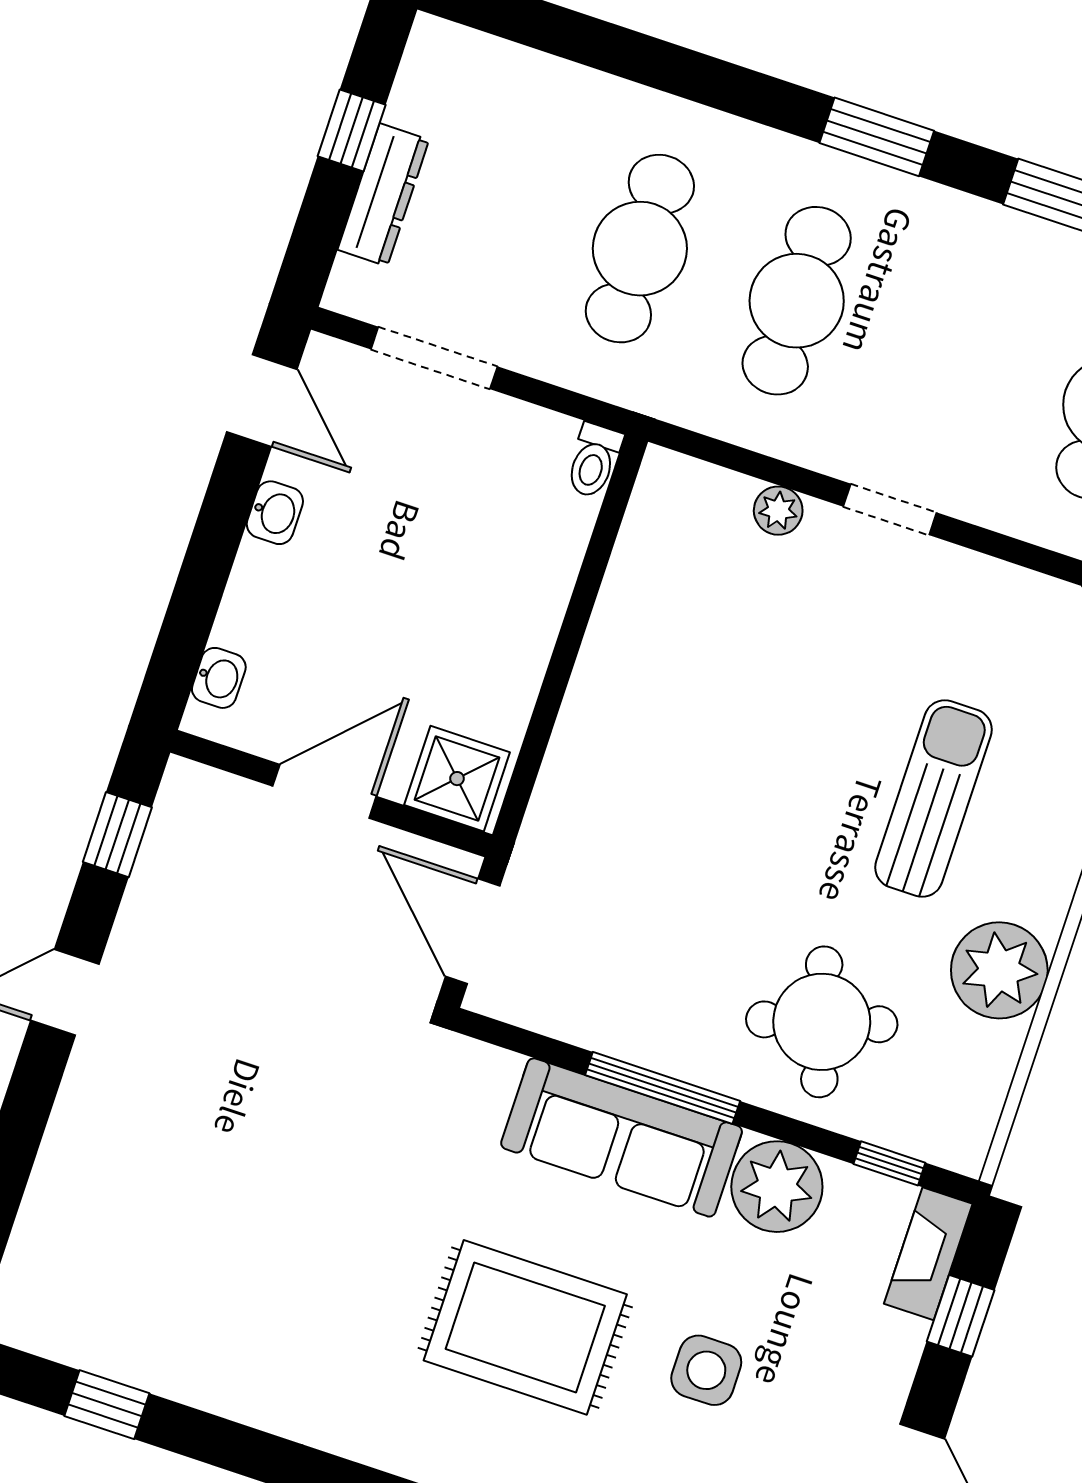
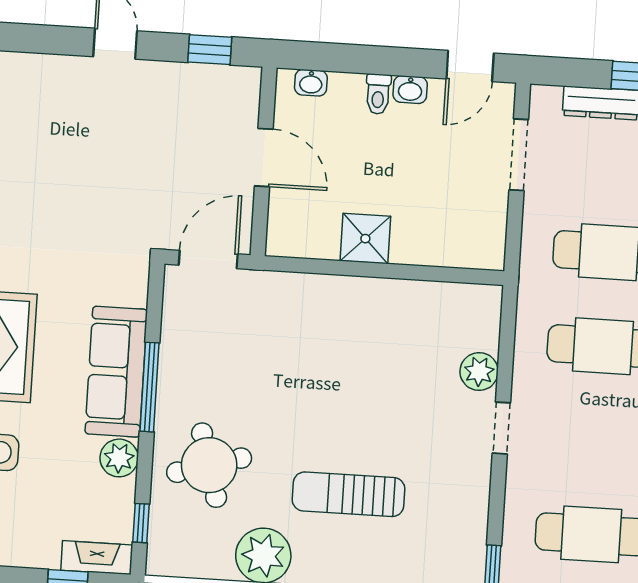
toilet: (594, 461) -> (378, 94), moved, turned -90
plant: (778, 511) -> (479, 372), width x1.38, depth x1.38
shower: (457, 779) -> (365, 239), moved
sun lounger: (934, 798) -> (349, 494), turned 180
plant: (777, 1187) -> (119, 458), width x0.73, depth x0.73

